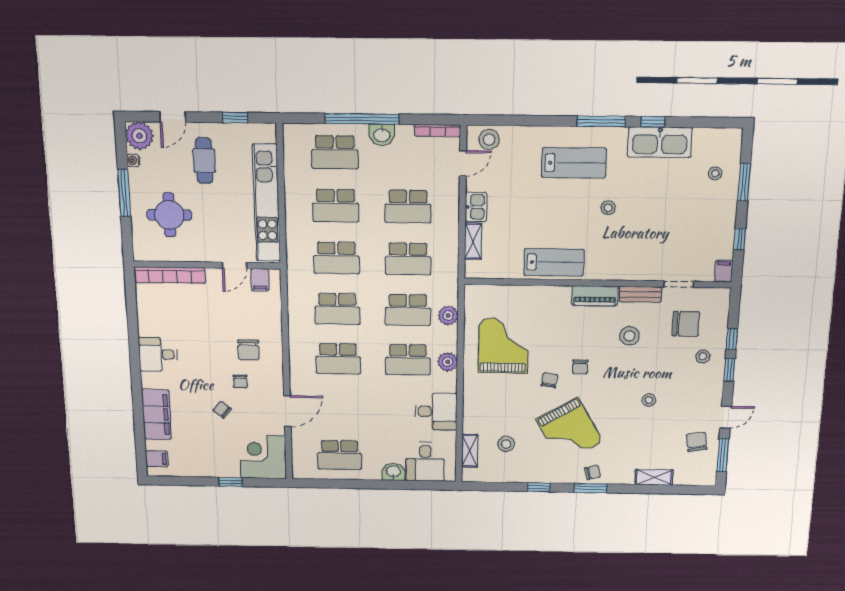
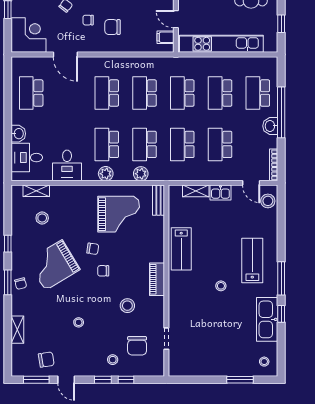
lab bench: (574, 163) -> (252, 261), turned 180
stool: (715, 173) -> (264, 362), moved
window: (740, 239) -> (200, 380), removed
filing cabinet: (724, 271) -> (176, 370), removed
bench: (641, 294) -> (159, 200), moved

